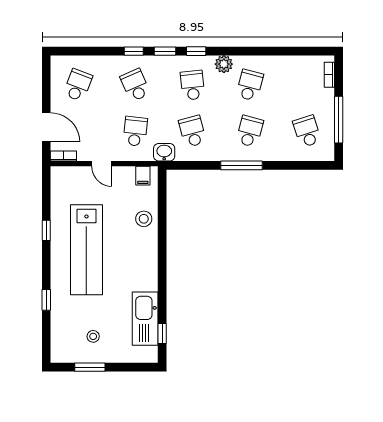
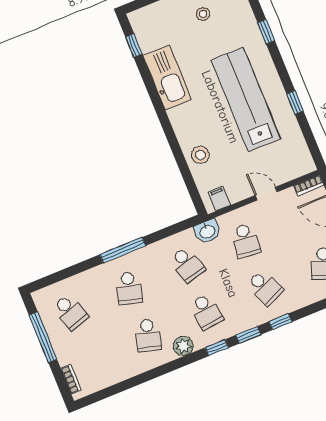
kitchen sink: (145, 319) -> (167, 77), moved

